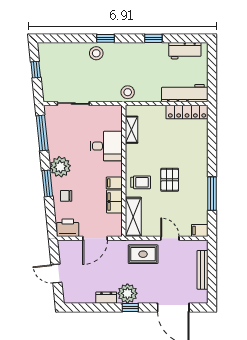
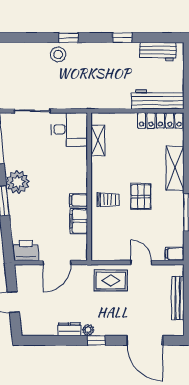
stool: (128, 92) -> (94, 98), removed
desk: (106, 146) -> (69, 129), moved
chair: (66, 196) -> (24, 215), removed
shelving: (133, 217) -> (175, 168), moved
plant: (127, 293) -> (88, 330), width x0.53, depth x0.53

